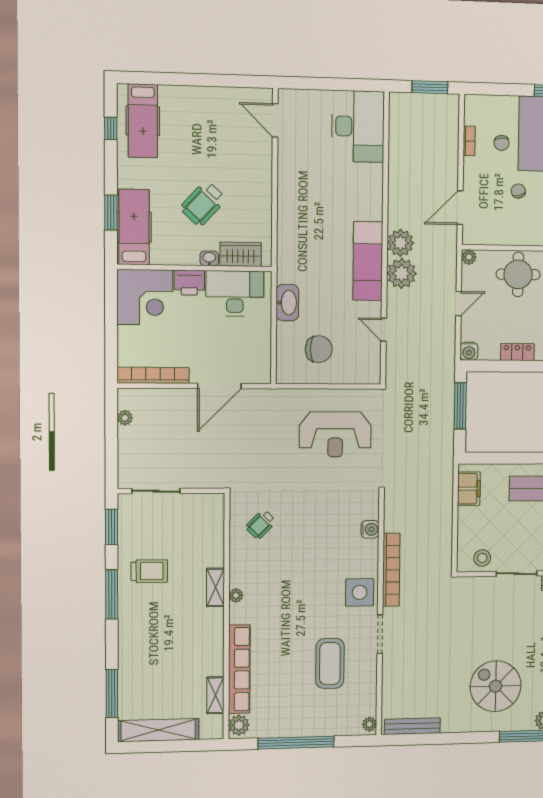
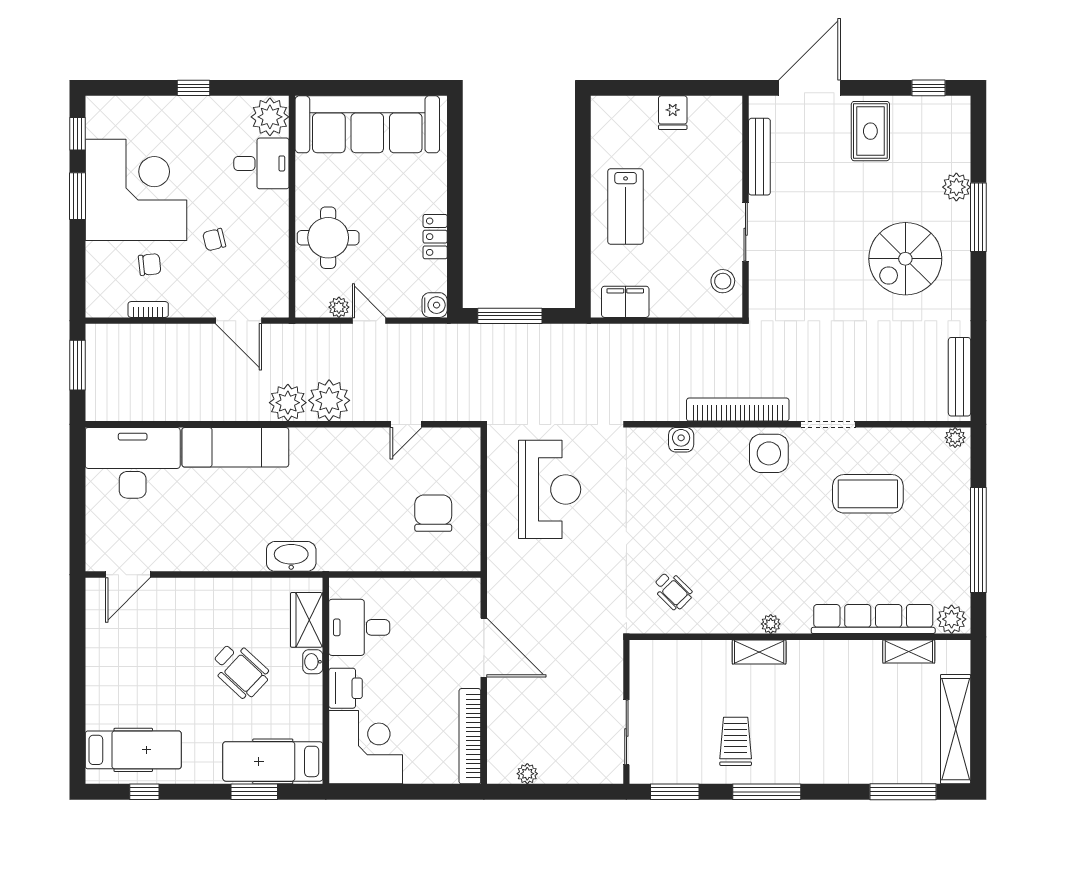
plant: (469, 257) -> (339, 307), moved
exam couch: (368, 261) -> (235, 447), moved
desk: (235, 293) -> (359, 627), width x0.73
washbasin: (287, 303) -> (291, 556), moved

